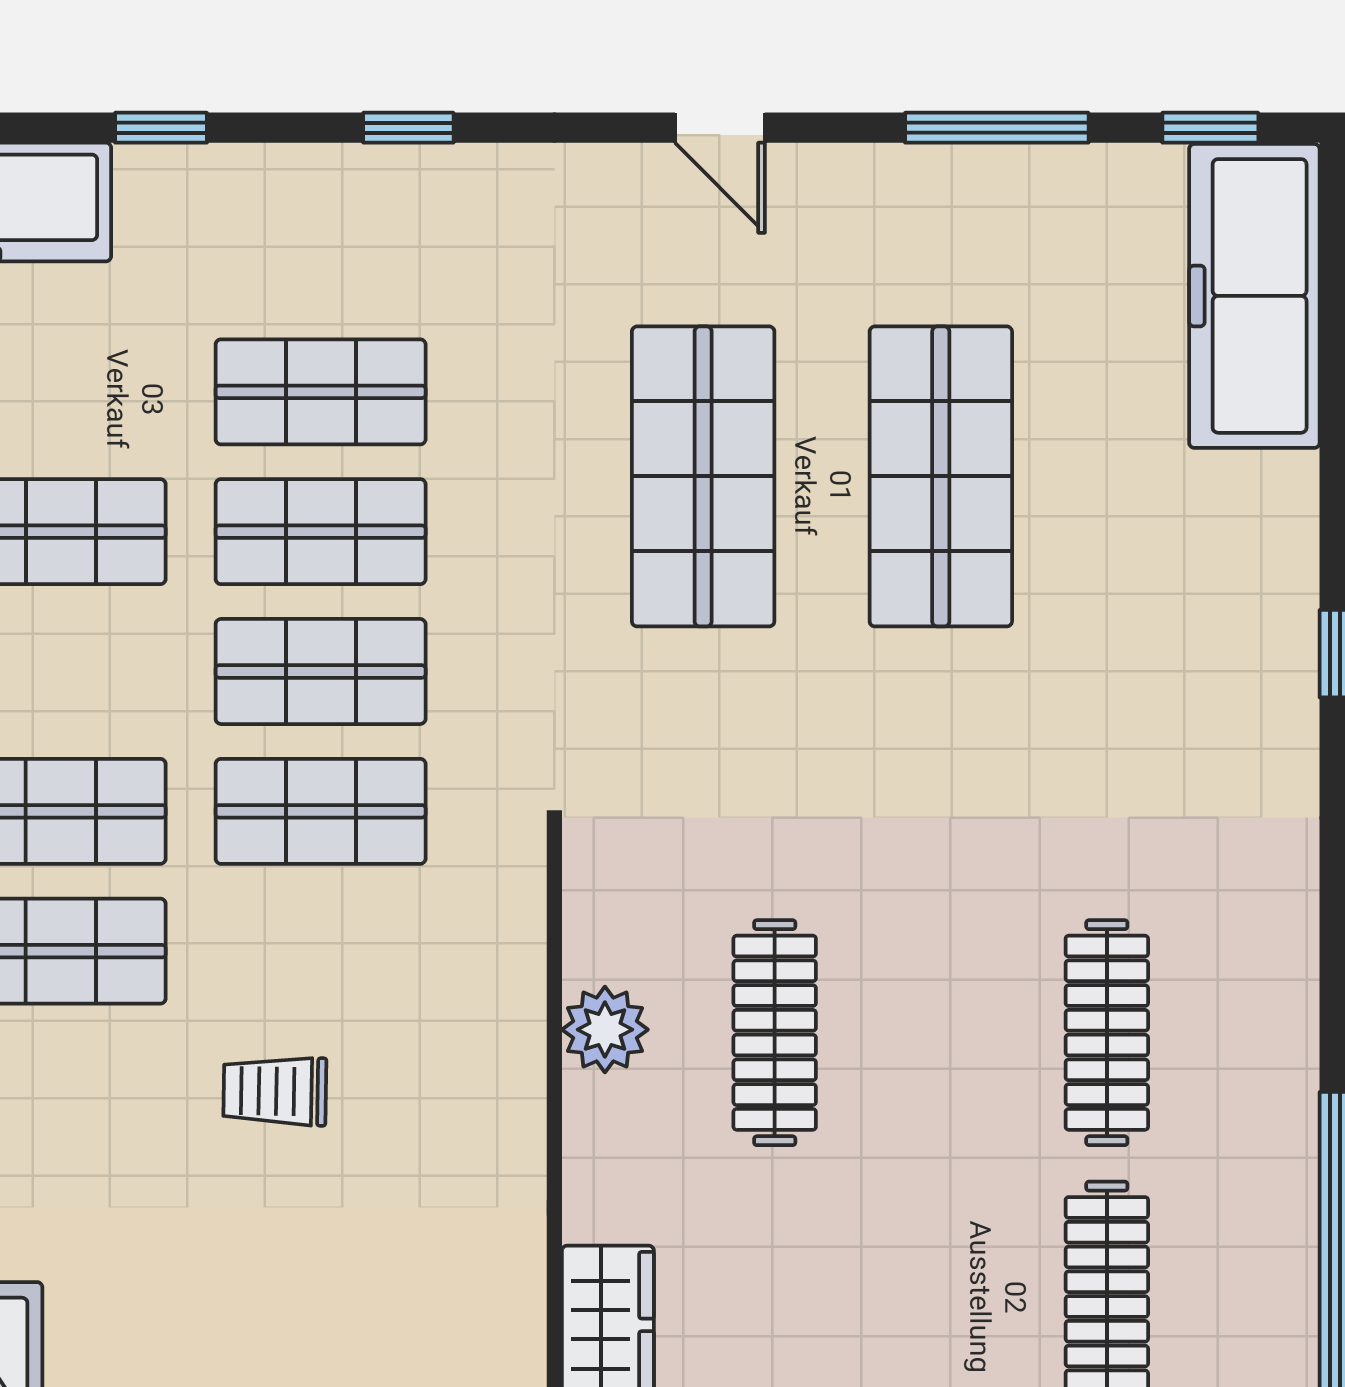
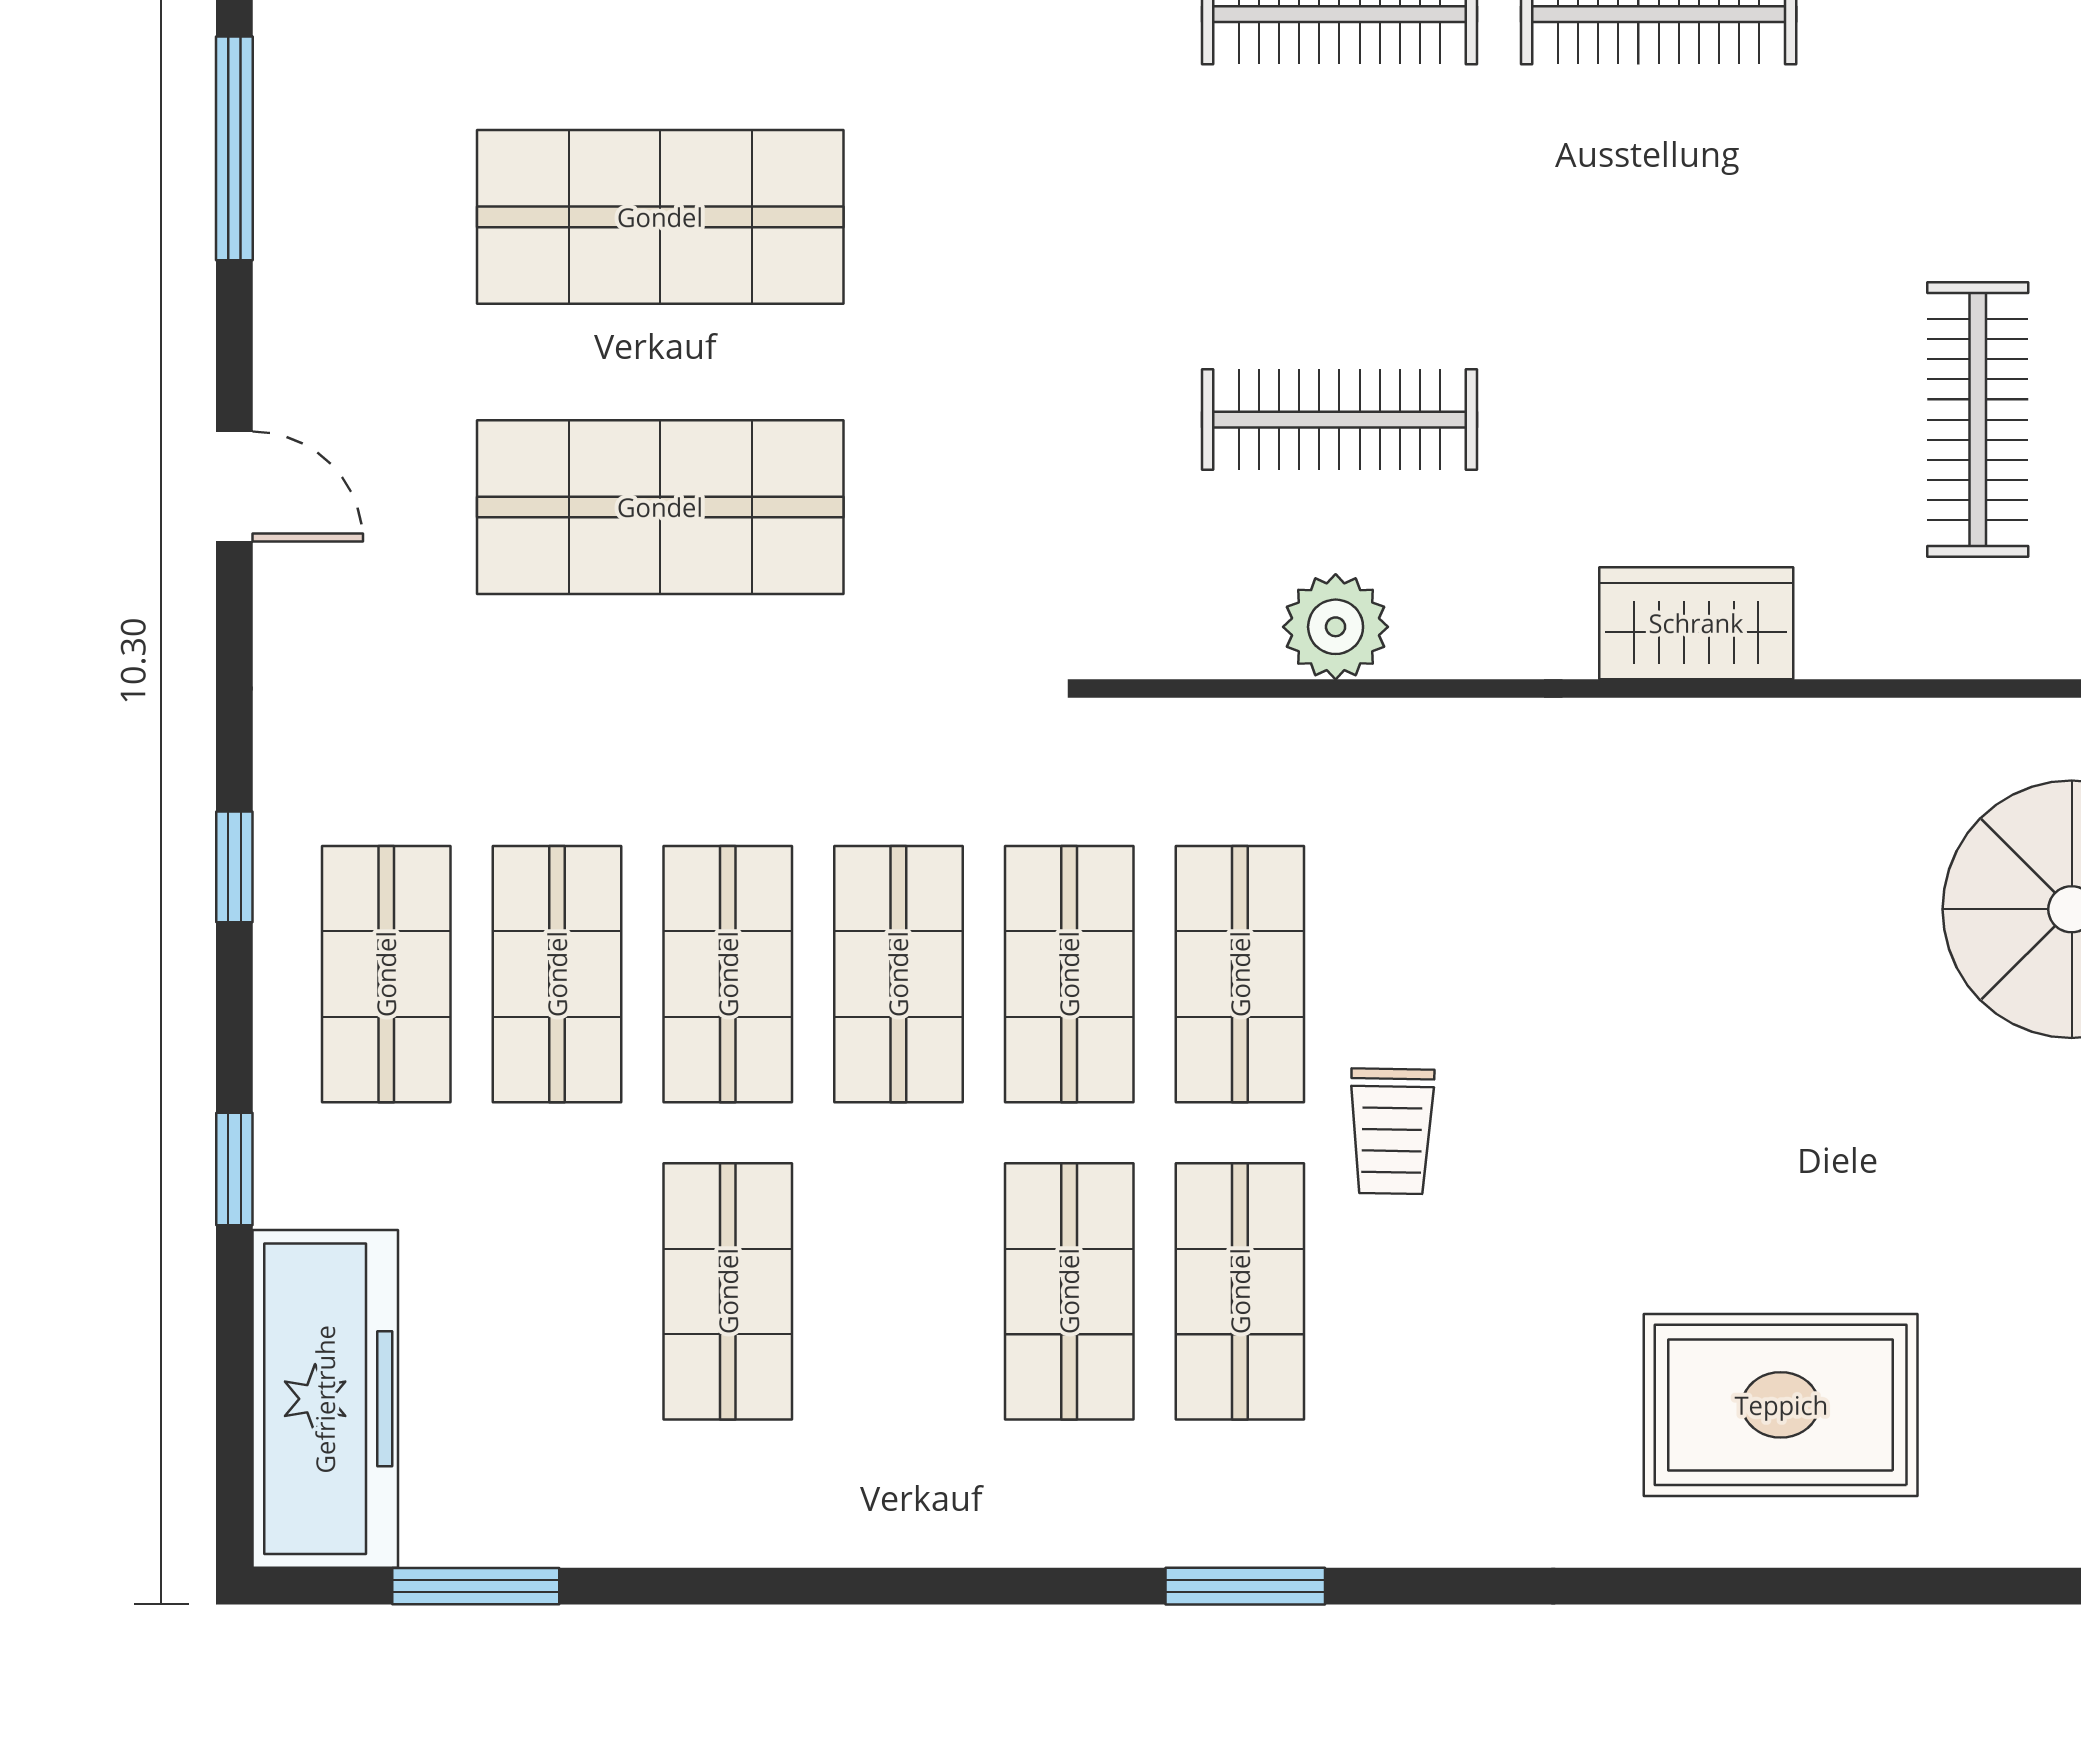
door: (720, 128) -> (234, 487), hinge flipped
shop shelf: (321, 252) -> (386, 974), added
shop shelf: (321, 951) -> (1240, 974), added
trolley: (275, 1091) -> (1392, 1131), moved

